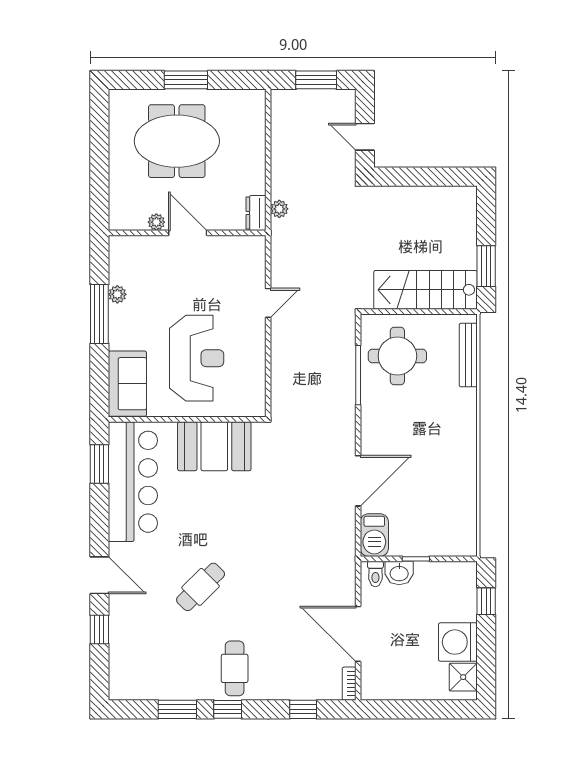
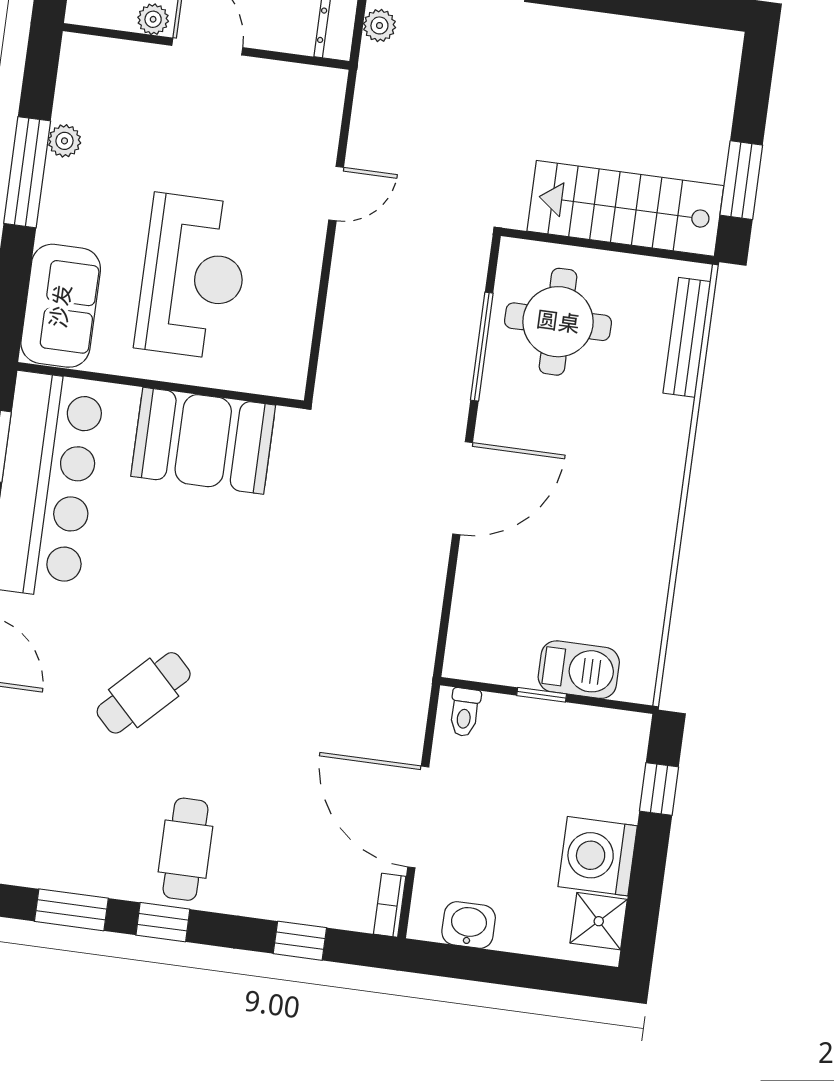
door: (358, 481) -> (463, 488), moved
barbecue: (374, 535) -> (579, 670), moved, turned -90
washbasin: (399, 573) -> (469, 925), moved, turned 180

